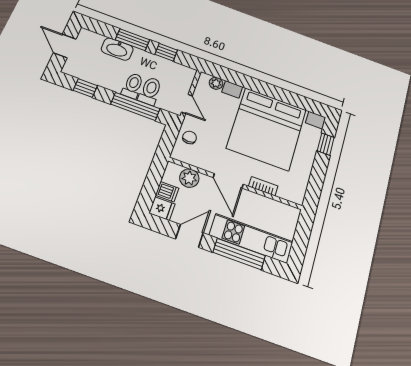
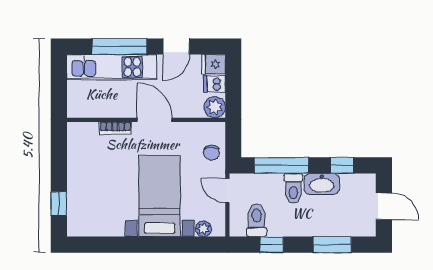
window: (132, 40) -> (332, 245), moved
washbasin: (117, 49) -> (322, 184), moved, turned 180
toilet: (150, 91) -> (257, 220), moved, turned 180
bed with nightstands: (267, 129) -> (160, 196), width x0.54
plant: (189, 178) -> (215, 107), moved

